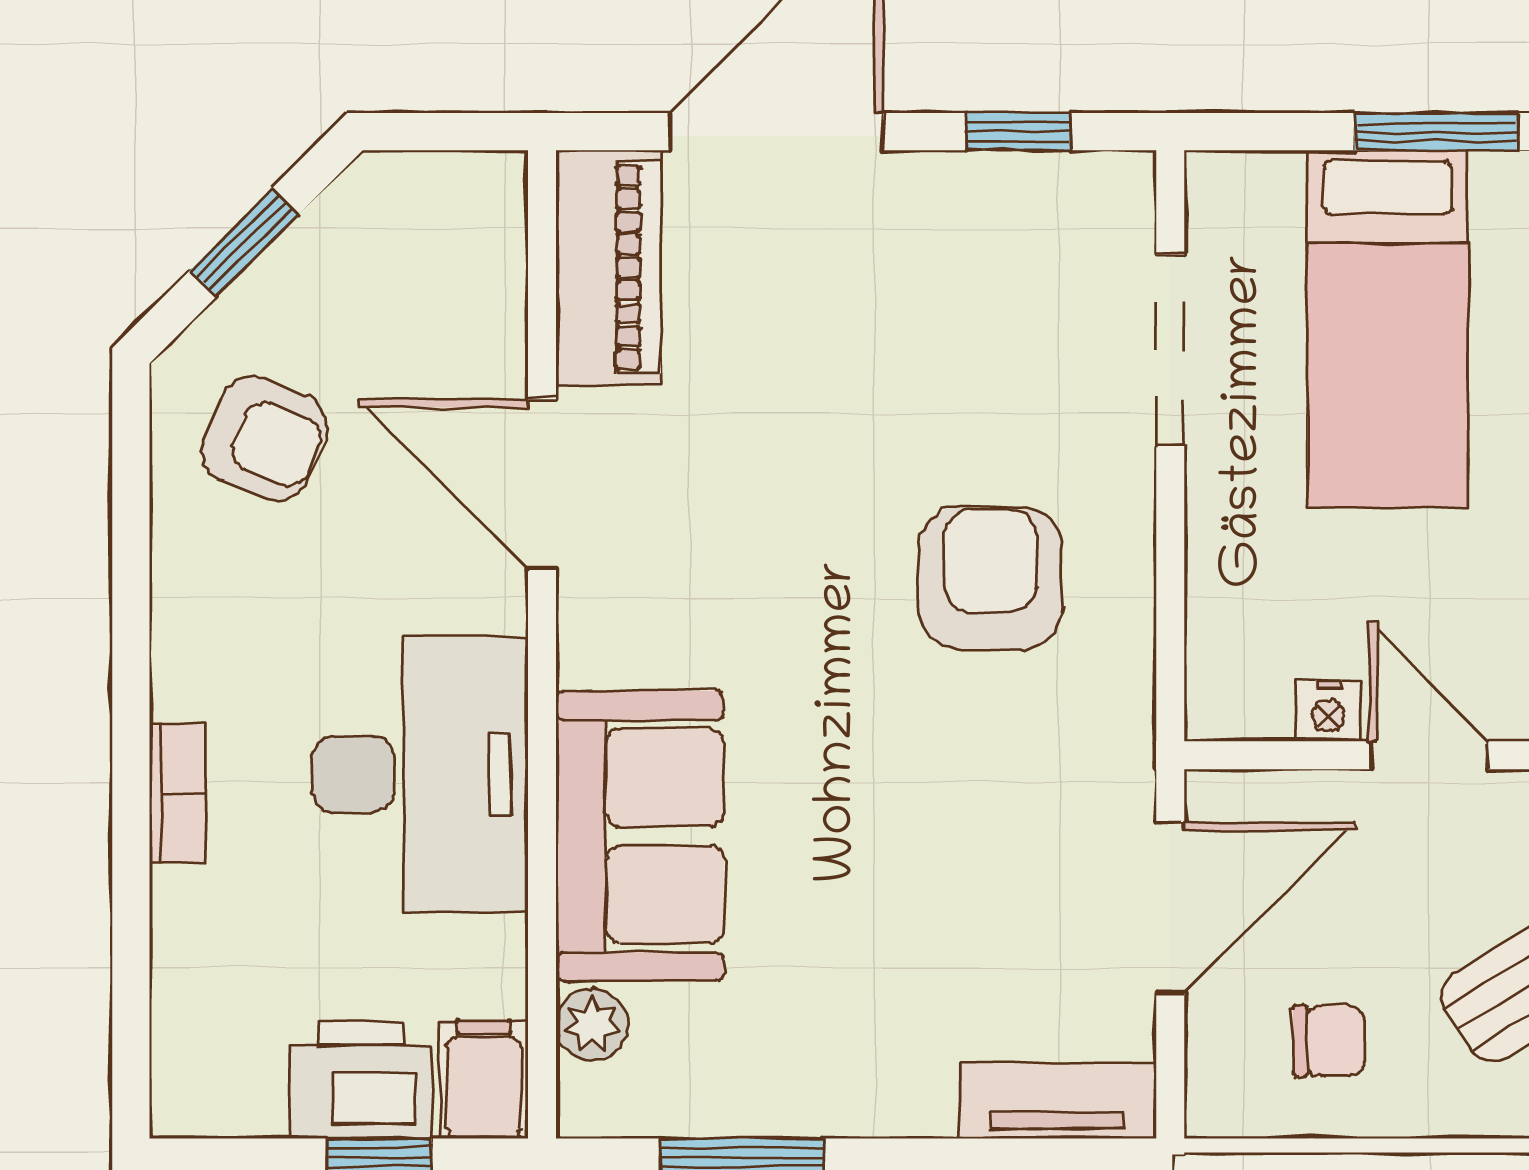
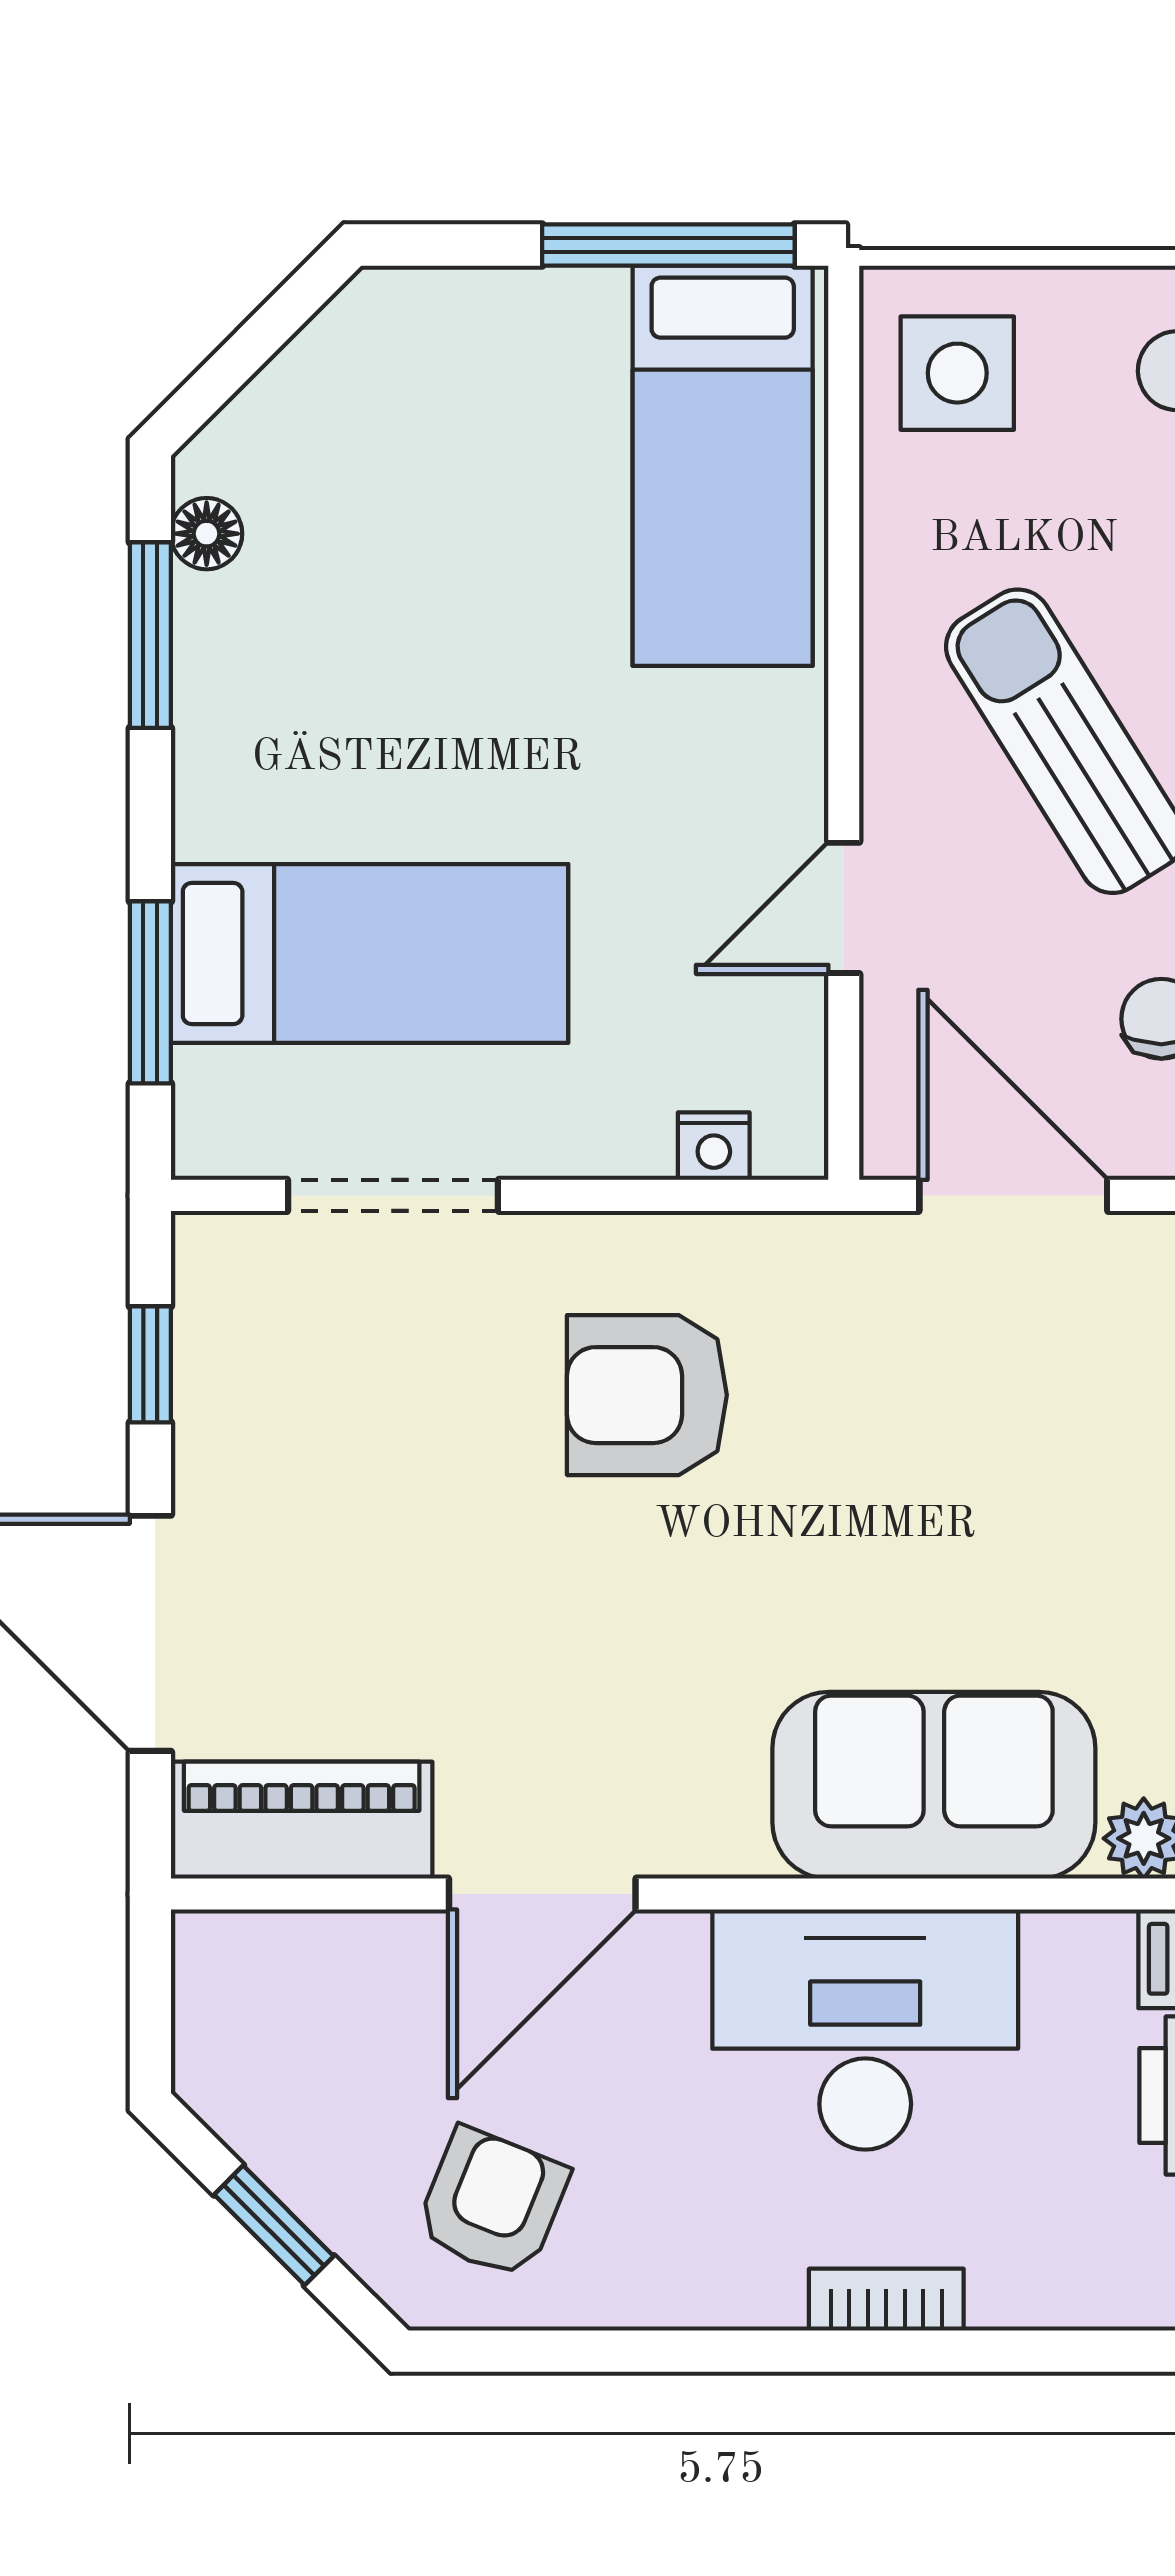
window: (1436, 132) -> (150, 992), moved
nightstand: (1329, 711) -> (714, 1146), moved, turned 90

